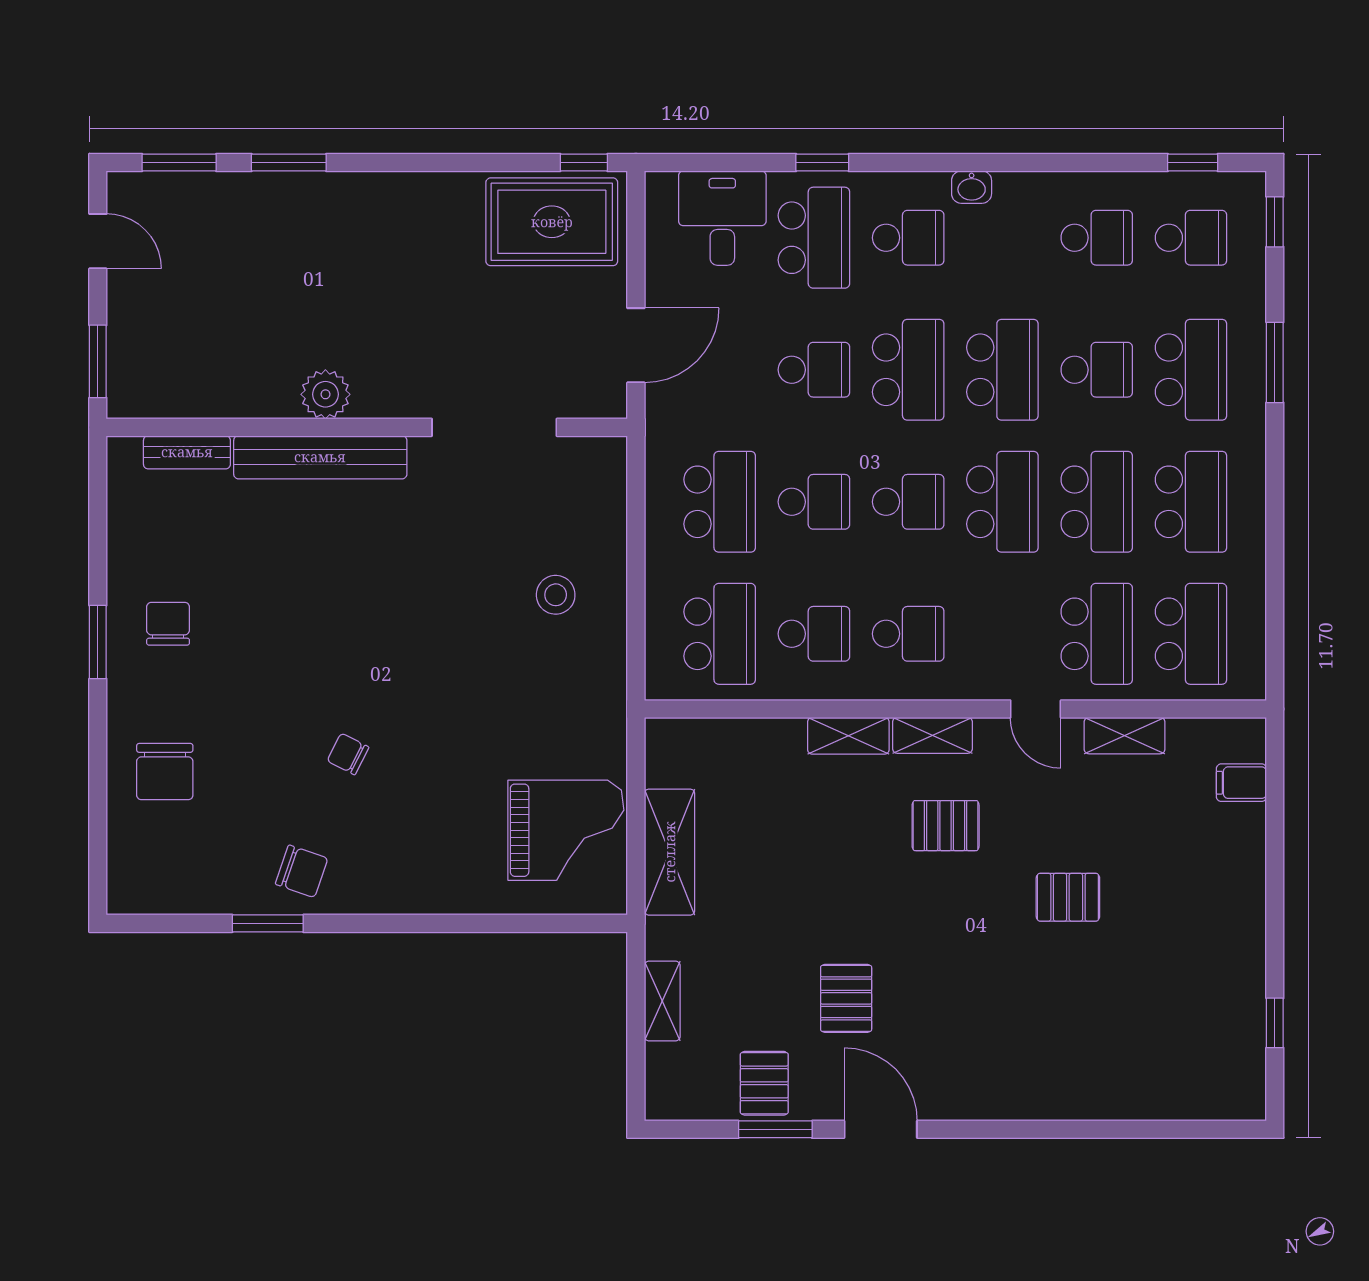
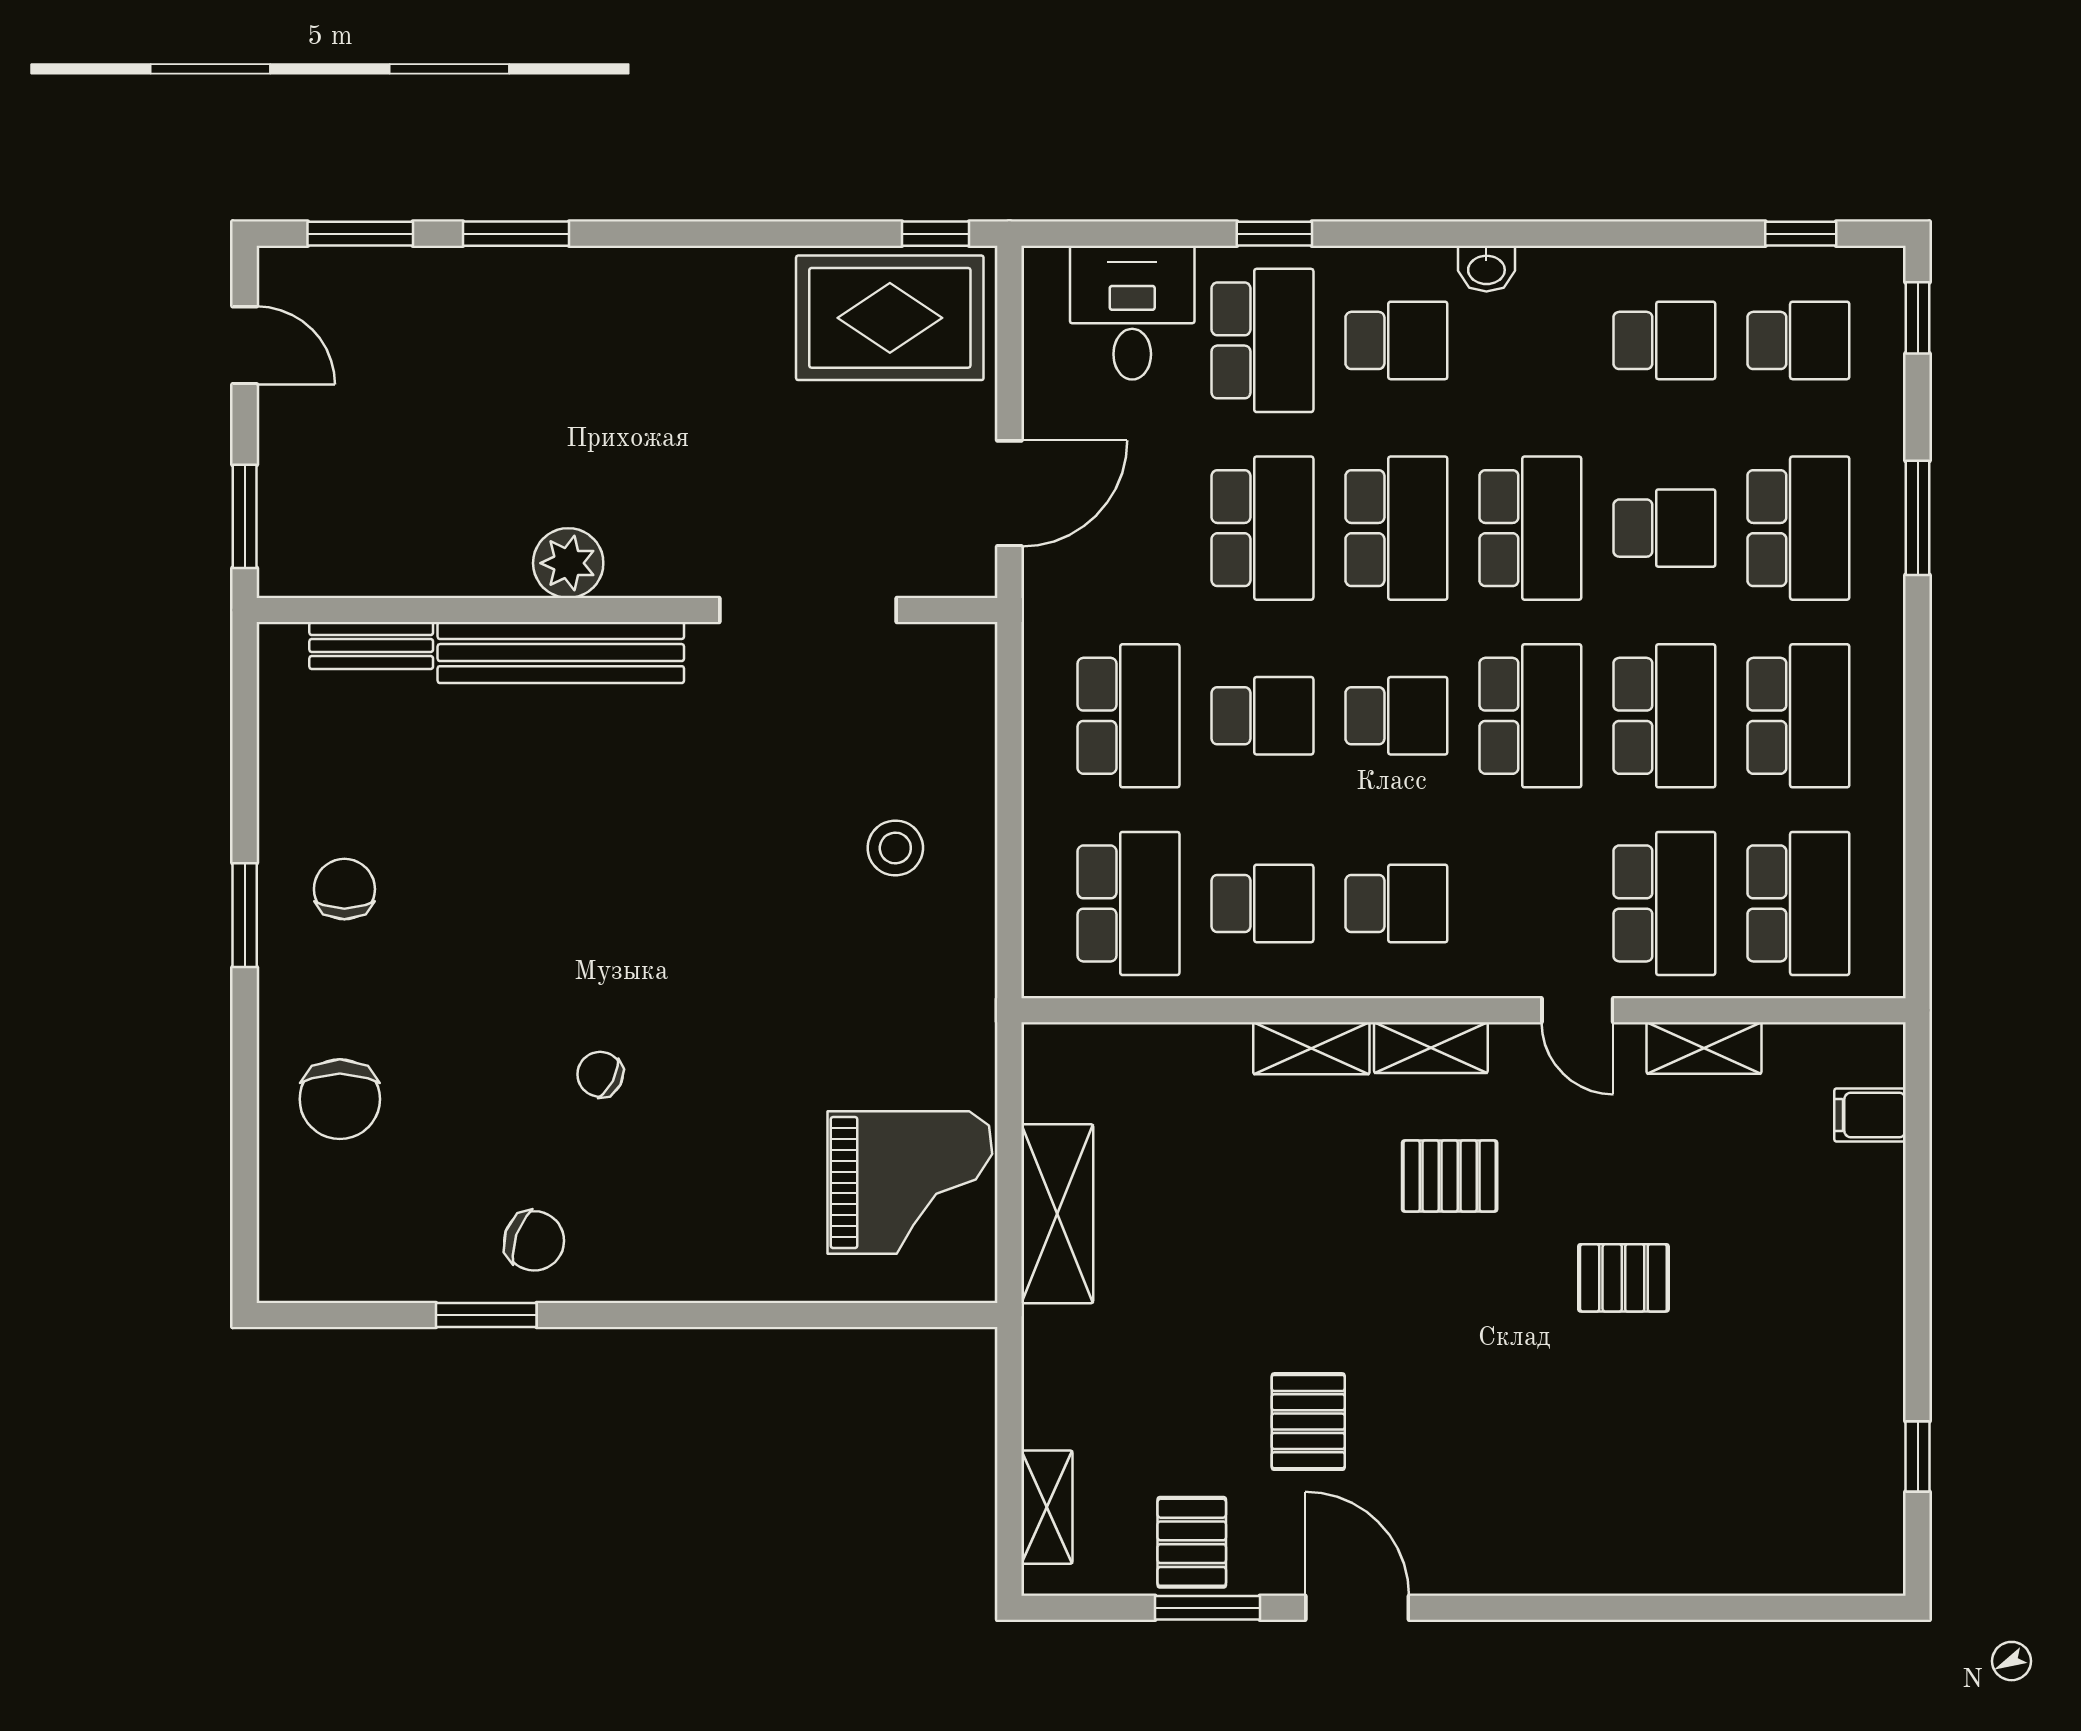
school desk: (814, 370) -> (1262, 528), width x1.85
shelving: (662, 1001) -> (1047, 1507), moved

